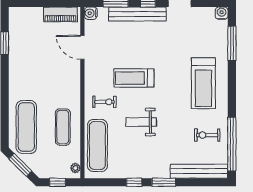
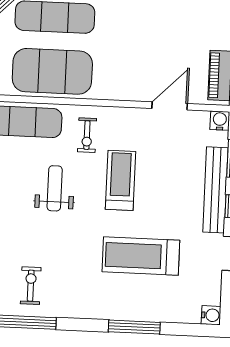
window: (232, 43) -> (134, 327), moved
treadmill: (203, 83) -> (141, 256), moved
exercise mat: (63, 127) -> (52, 71), width x2.00, depth x1.45

